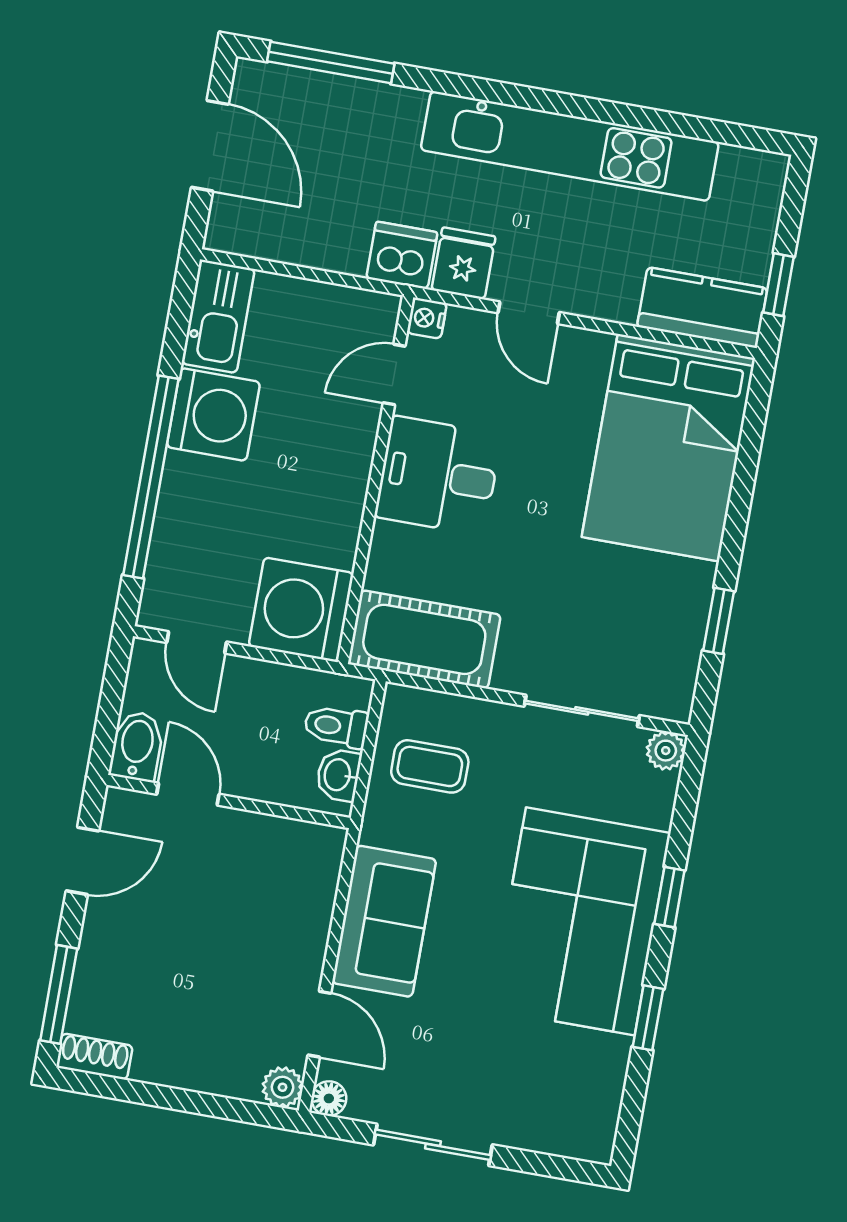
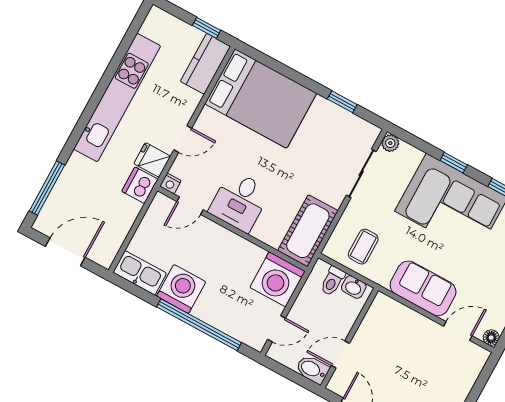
door: (394, 374) -> (190, 206), hinge flipped
plant: (283, 1087) -> (480, 356), removed

